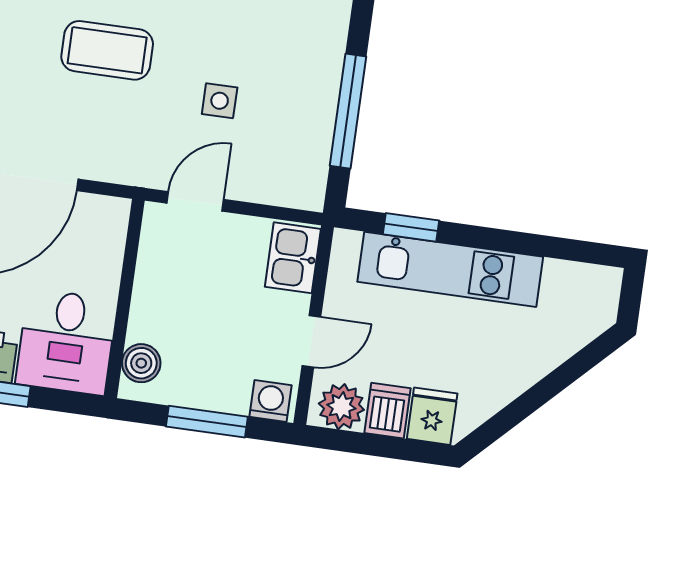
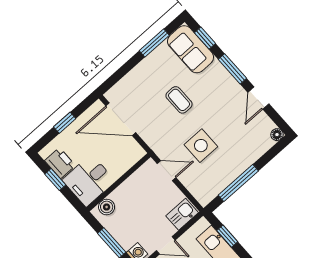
coffee table: (107, 50) -> (179, 100), width x0.73, depth x0.77
side table: (220, 101) -> (201, 146), width x1.87, depth x1.87

